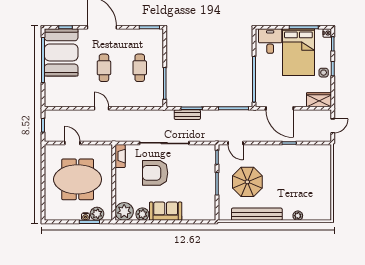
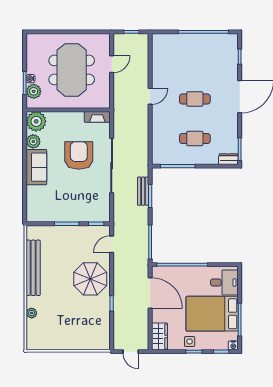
dresser: (158, 37) -> (228, 159), added
booth: (61, 52) -> (212, 52), removed
door: (280, 108) -> (150, 293), swing flipped
parasol: (247, 182) -> (90, 279), moved

